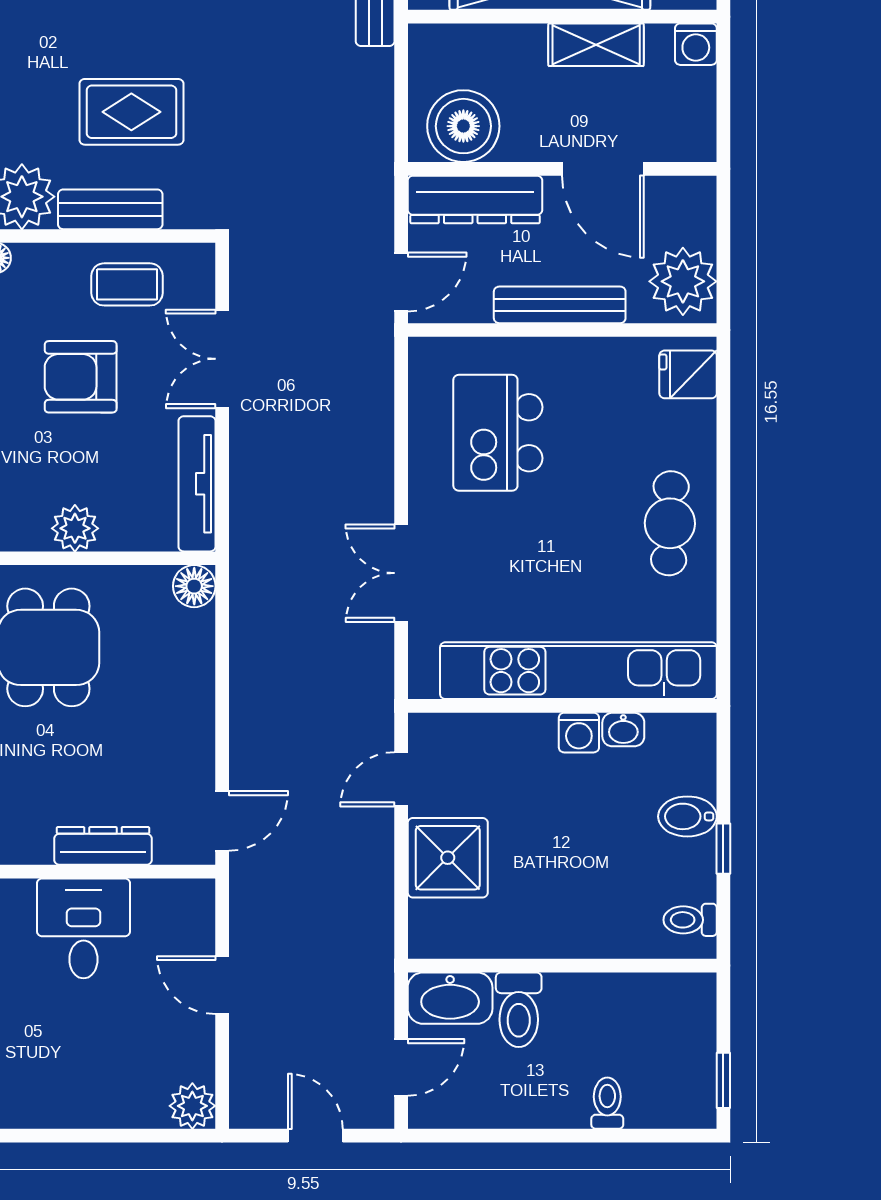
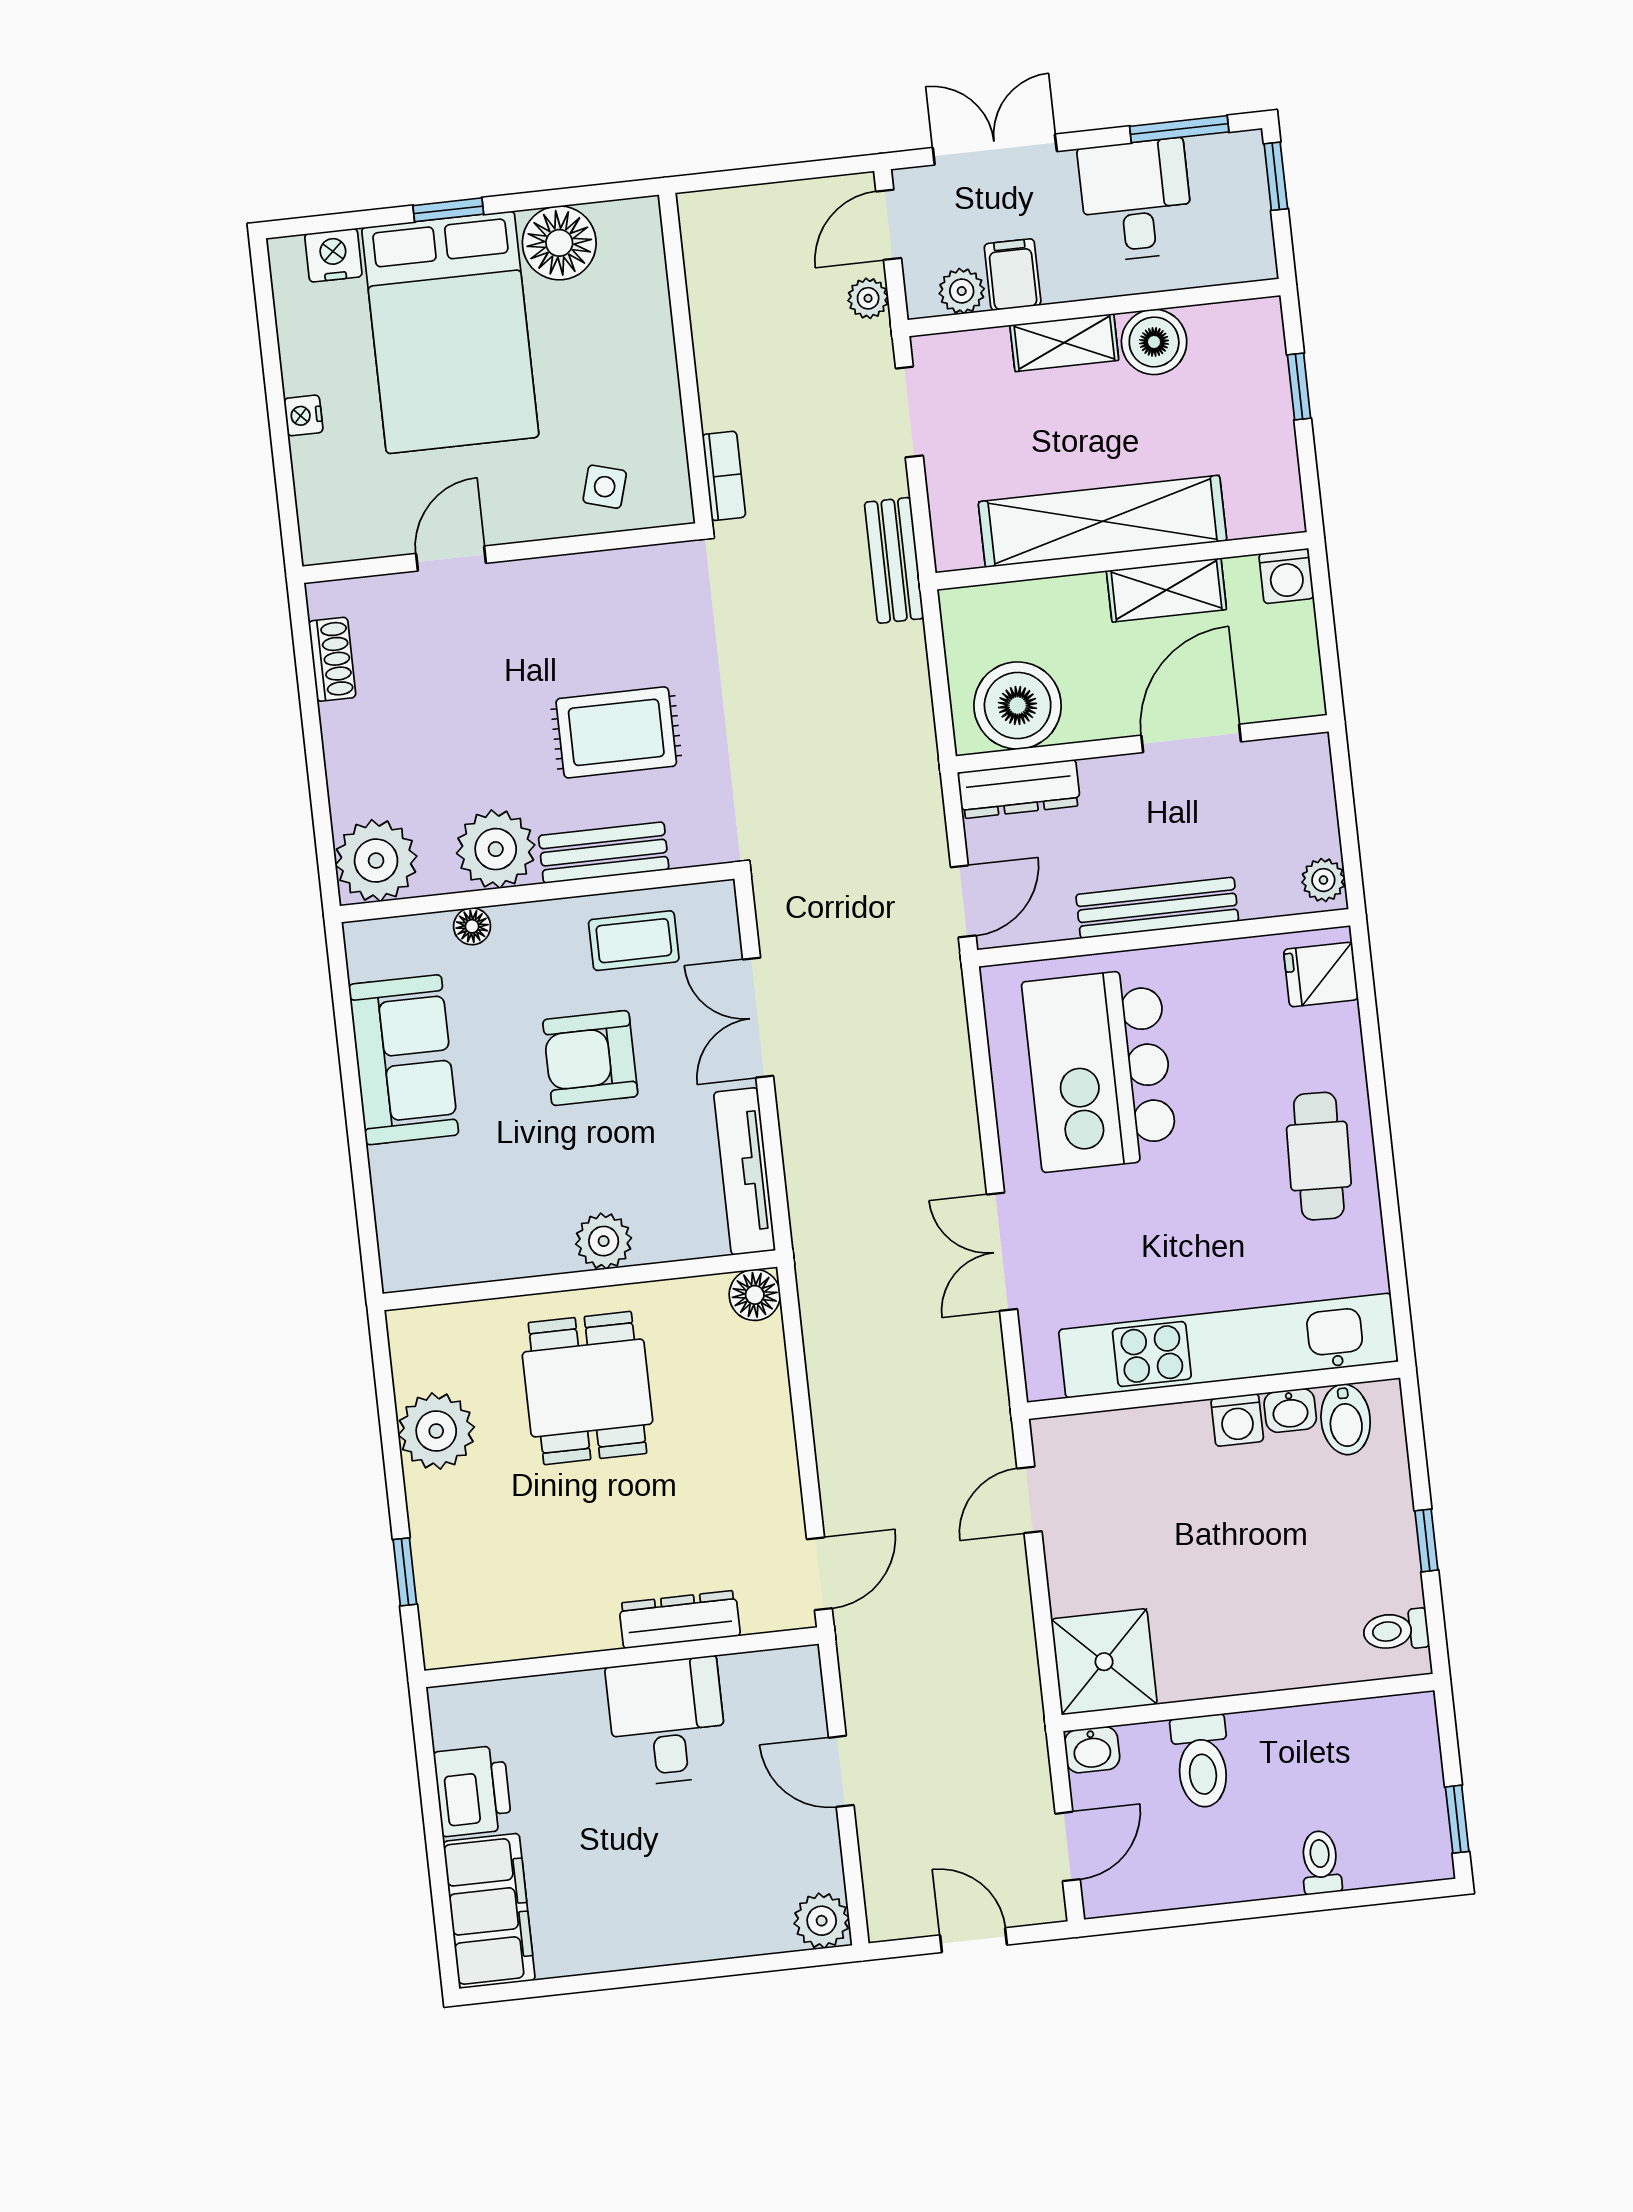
door: (603, 169) -> (1191, 738), swing flipped
dresser: (475, 200) -> (1019, 789), width x0.73, depth x0.80
plant: (683, 281) -> (1323, 880), width x0.53, depth x0.53
kitchen island: (498, 433) -> (1100, 1070), width x1.37, depth x1.28
bidet: (687, 816) -> (1346, 1419), moved, turned -90
shower: (448, 858) -> (1104, 1662), moved
washbasin: (450, 998) -> (1092, 1750), width x0.52, depth x0.69

